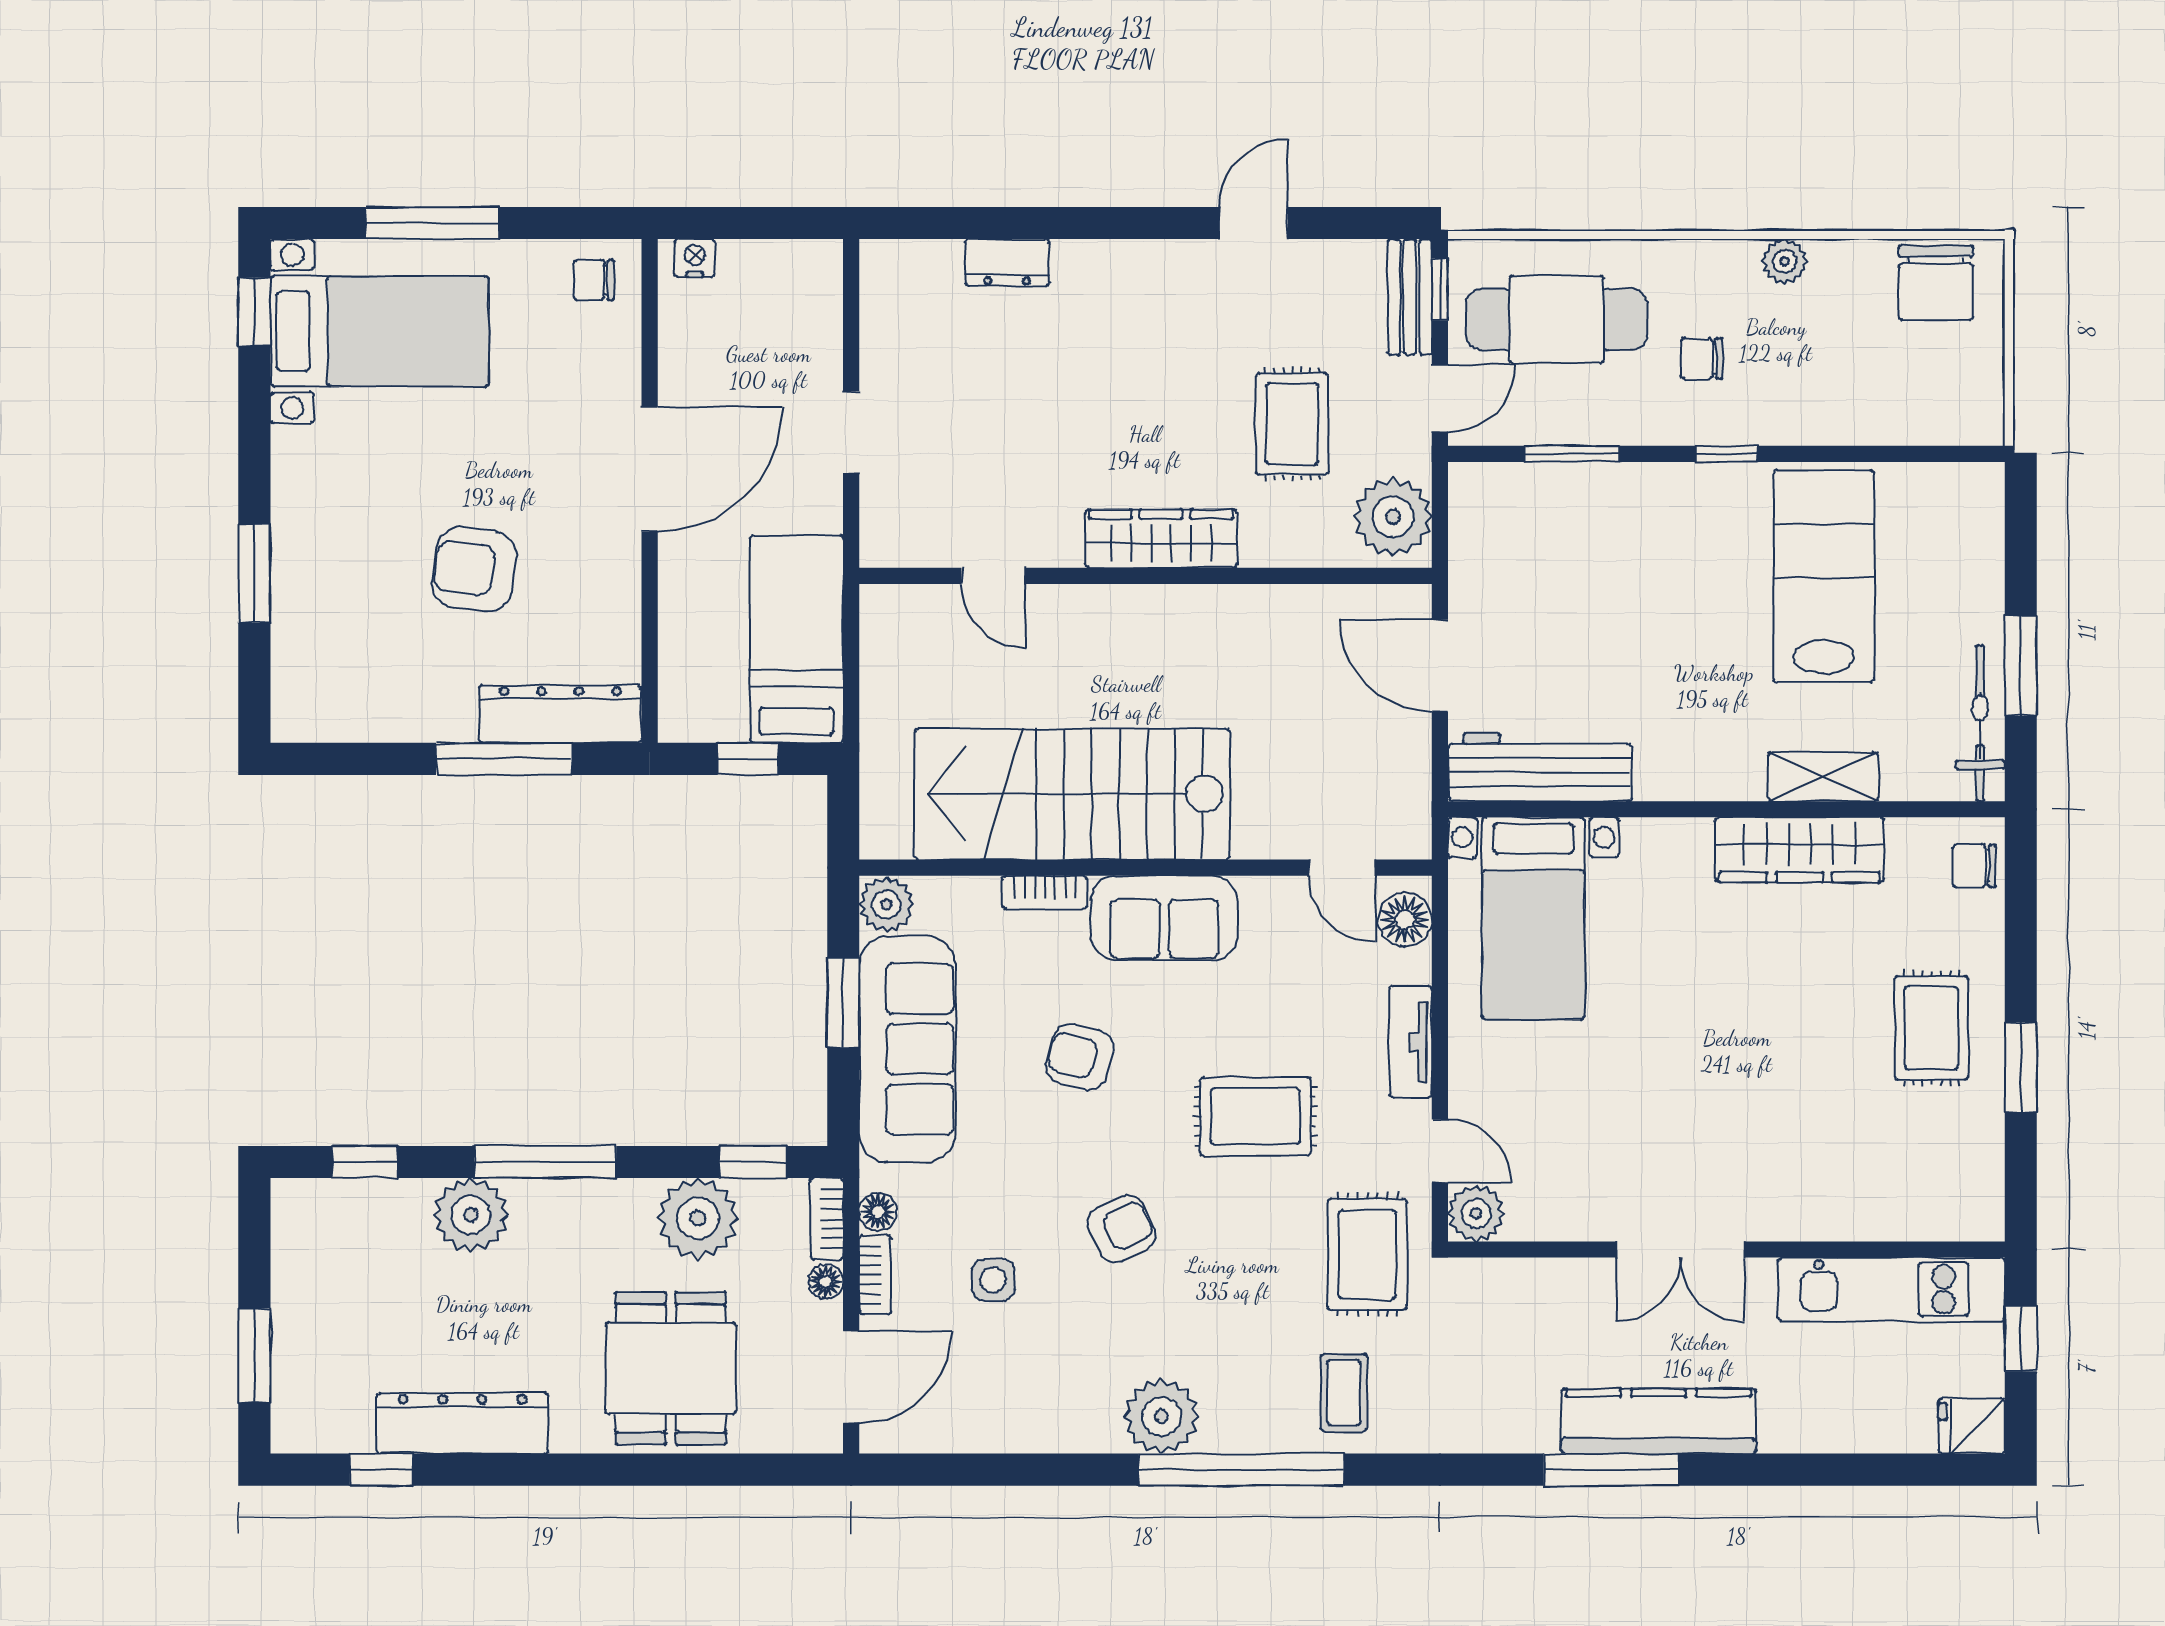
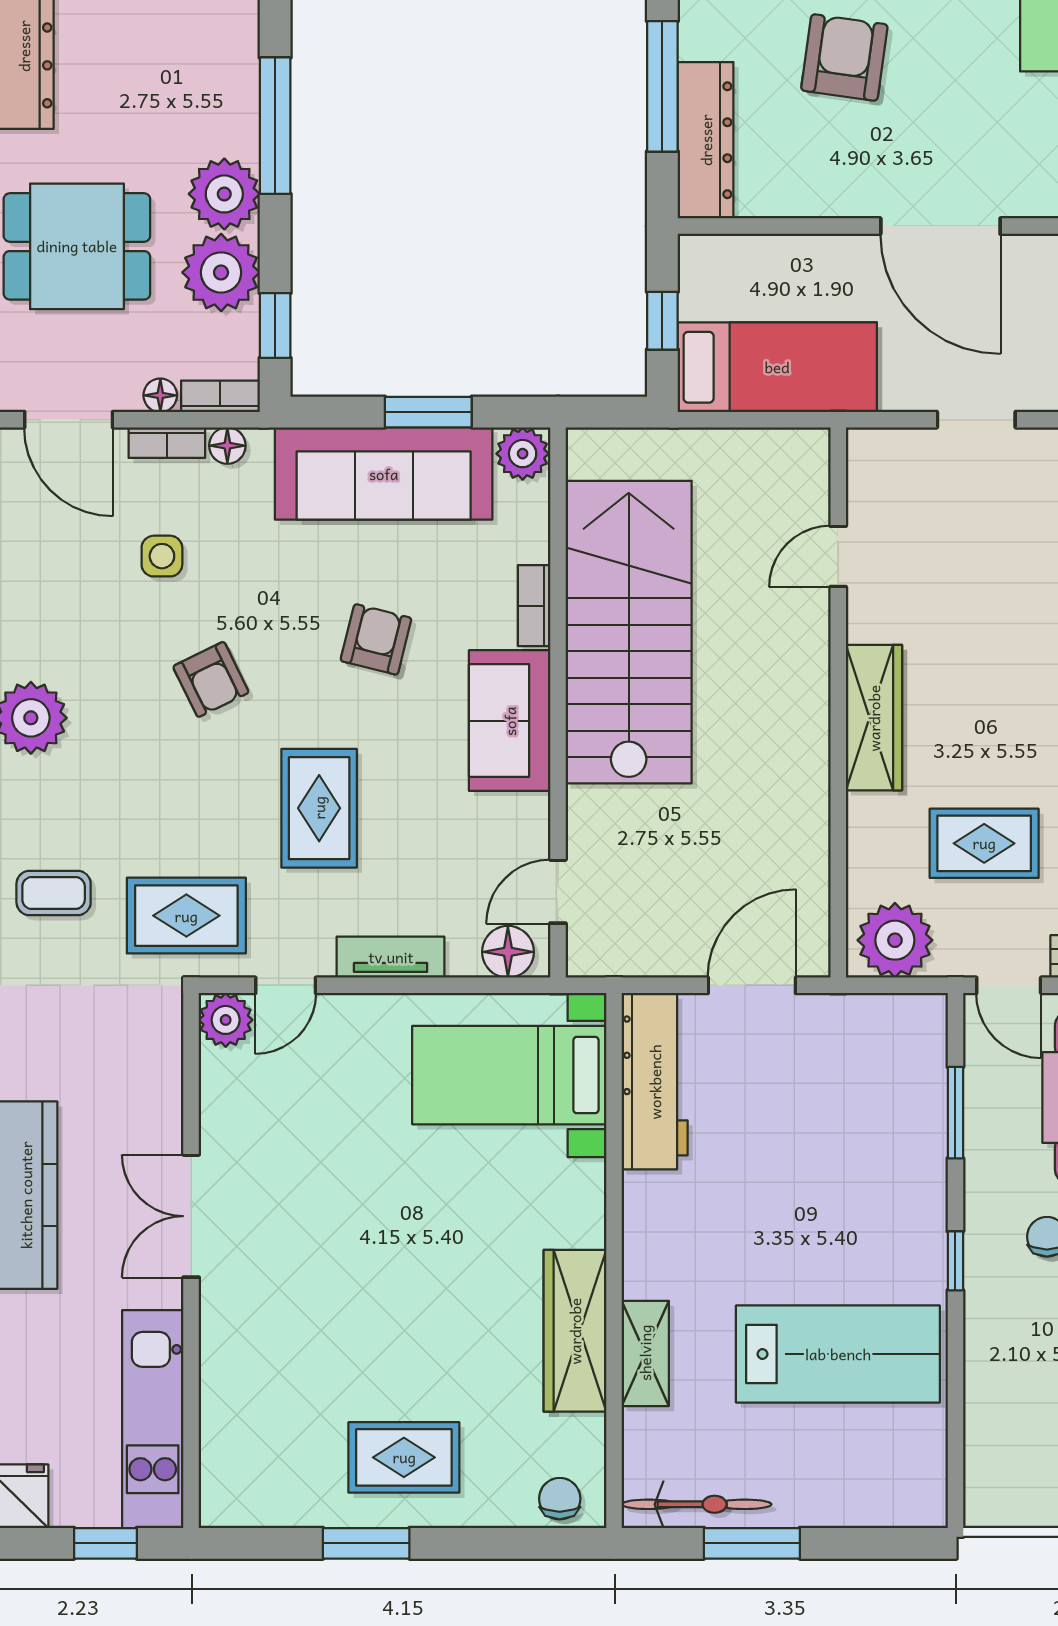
plant: (471, 1215) -> (224, 194), moved

